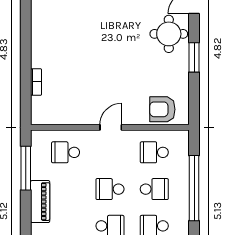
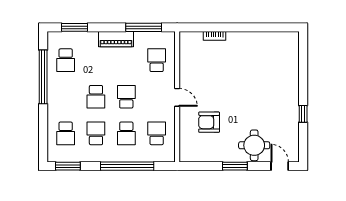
armchair: (162, 109) -> (209, 122), moved, turned -90

